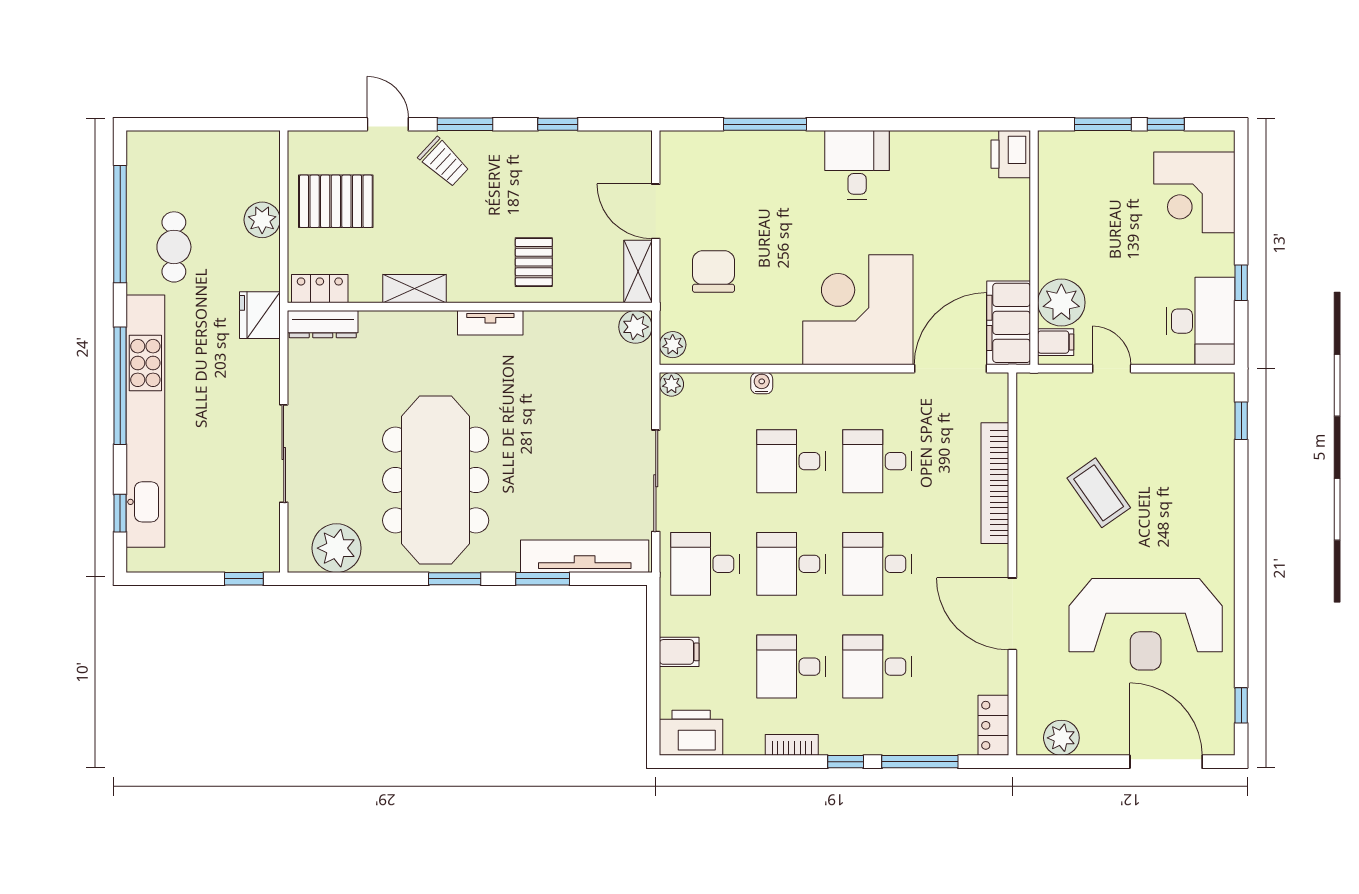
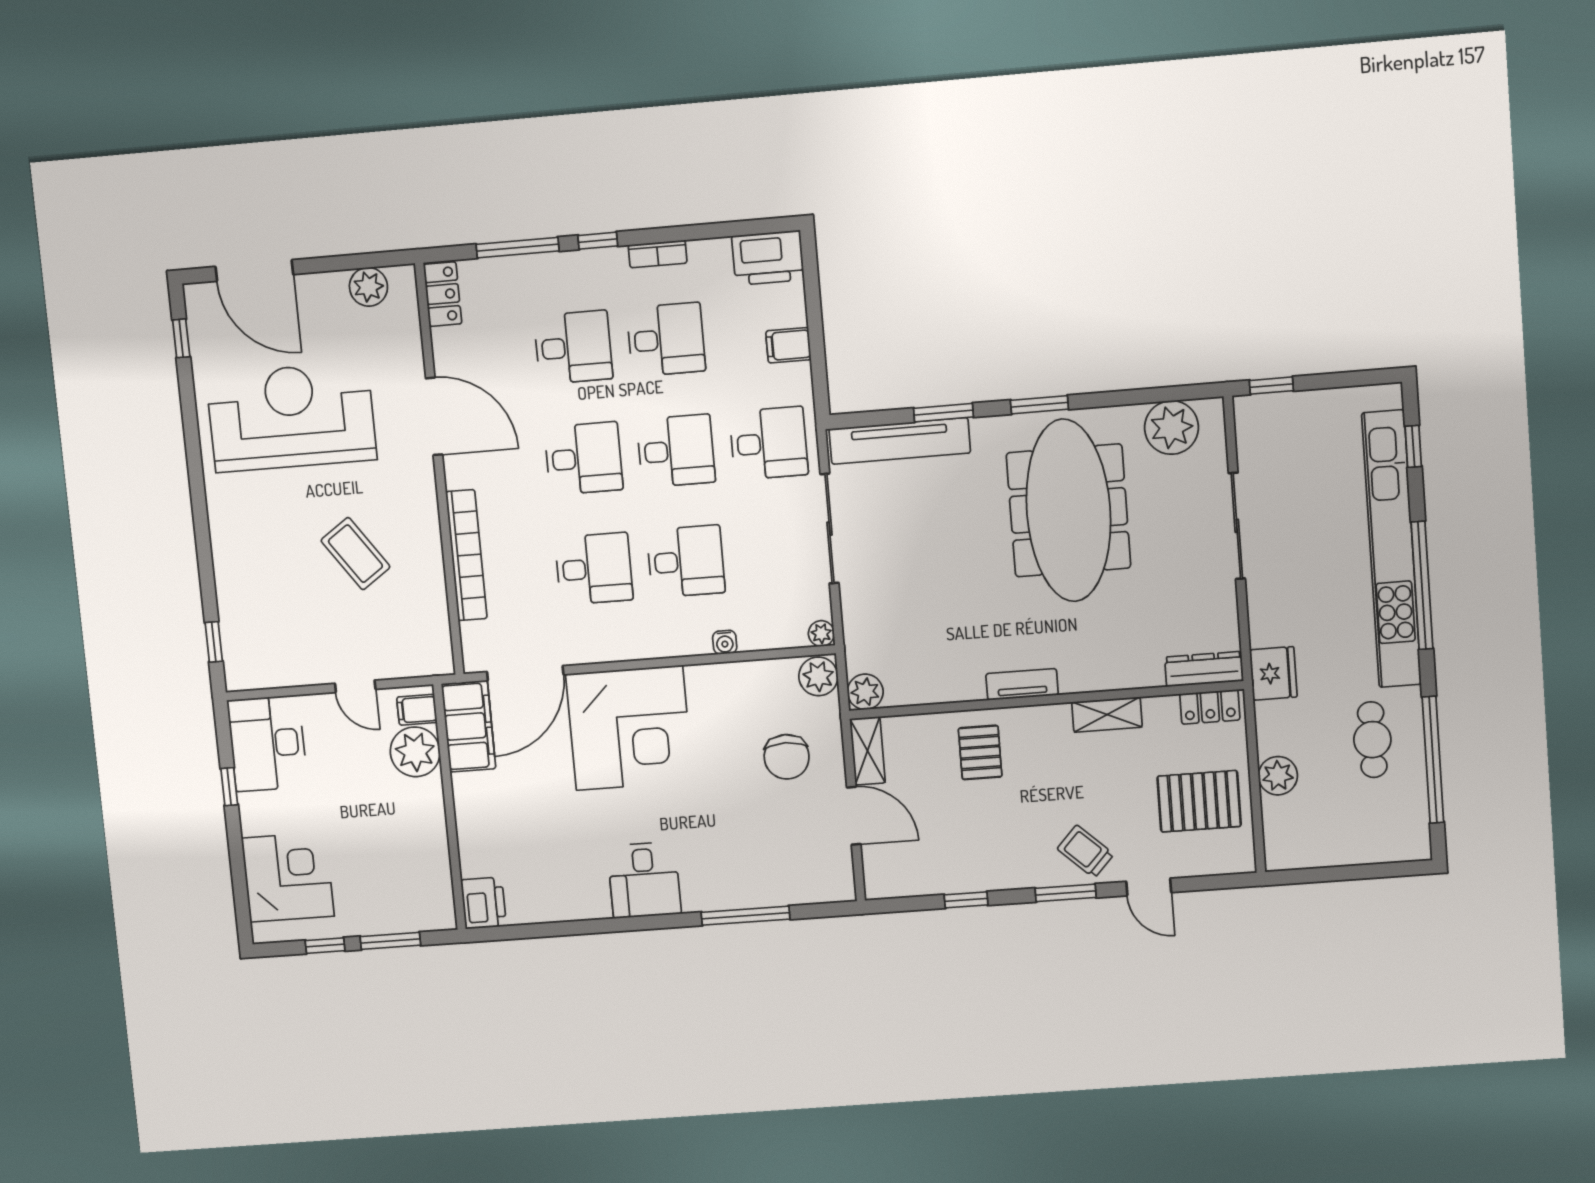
plant: (673, 345) -> (818, 676), width x1.38, depth x1.38

